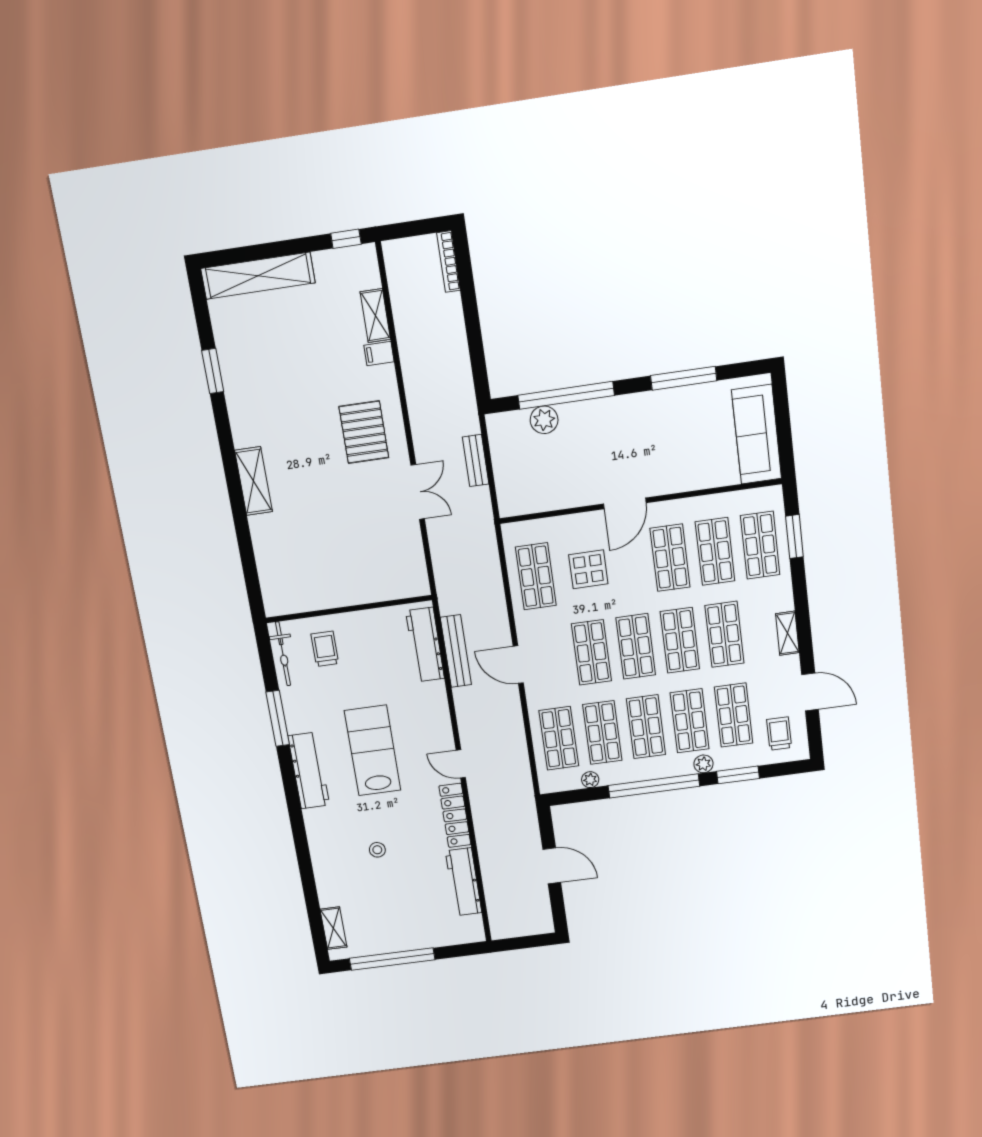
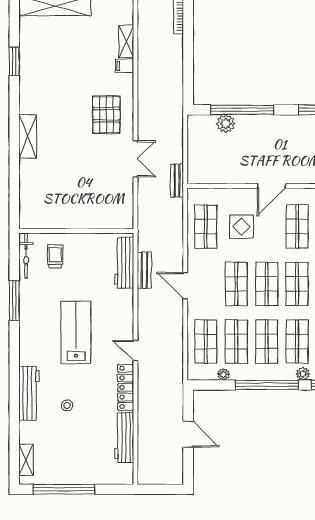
bench: (476, 461) -> (177, 181), moved
bench: (456, 651) -> (144, 270), width x0.73
workbench: (309, 771) -> (29, 393), moved

